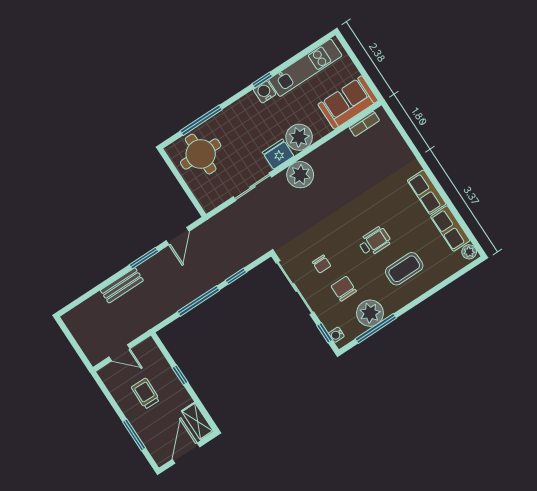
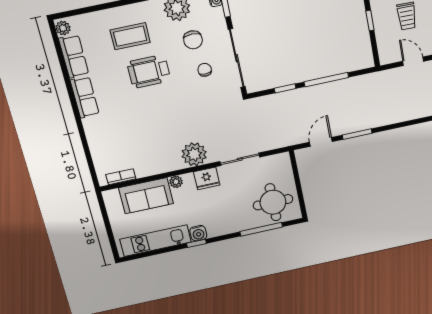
sofa: (348, 103) -> (146, 196), moved
plant: (299, 137) -> (176, 182), width x0.53, depth x0.53
wheelchair: (375, 241) -> (149, 71), width x1.36, depth x1.37
bench: (122, 285) -> (386, 118), removed

